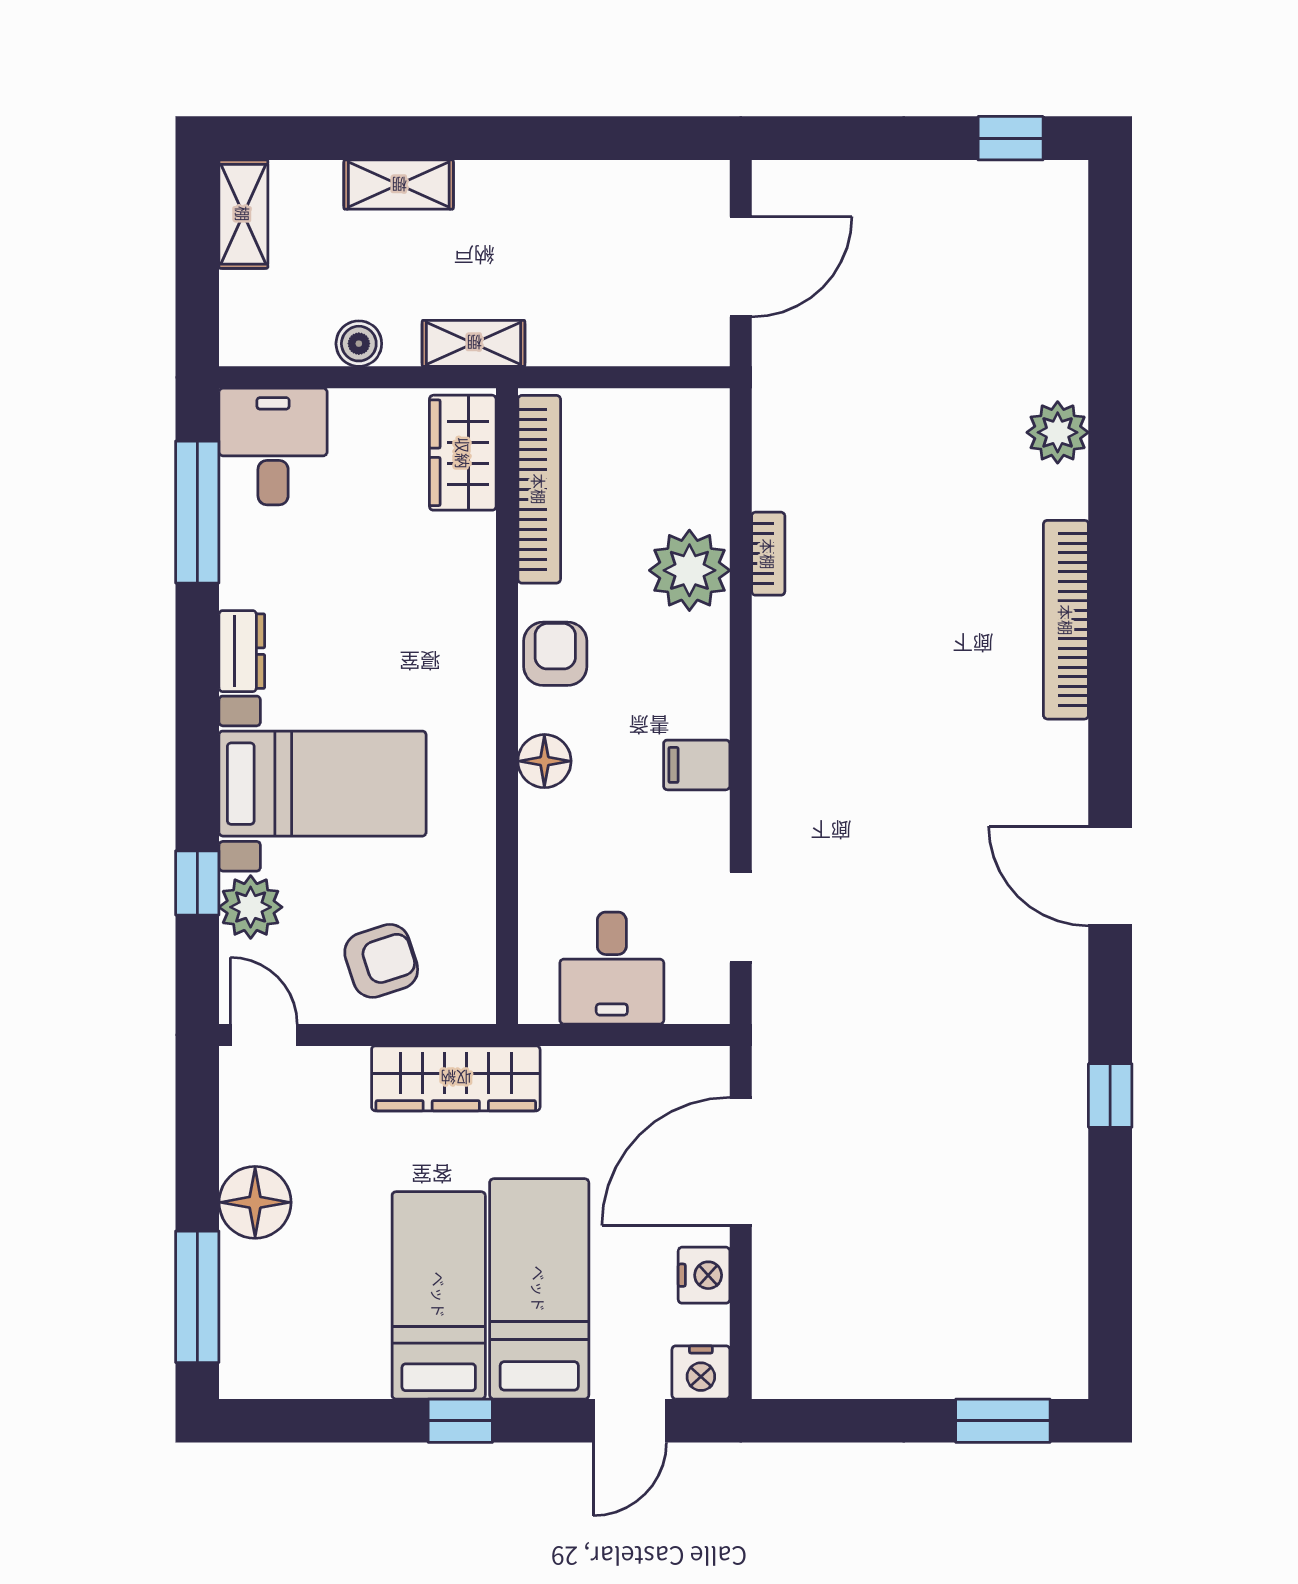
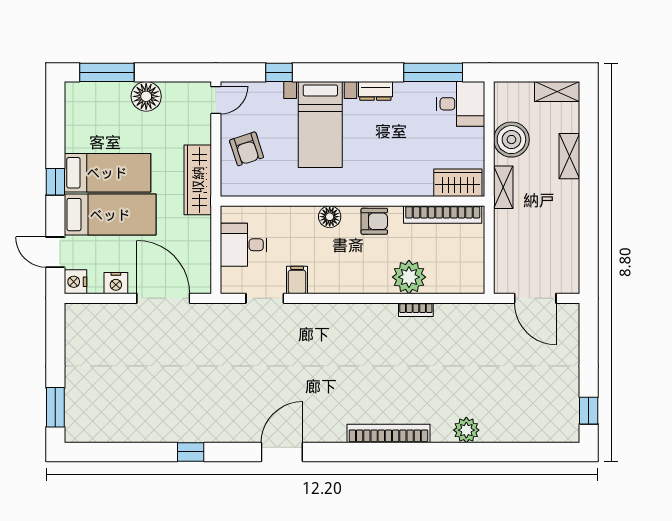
boiler: (359, 344) -> (511, 140), width x1.86, depth x1.86
filing cabinet: (697, 765) -> (297, 280), moved
plant: (251, 907) -> (269, 95), removed

